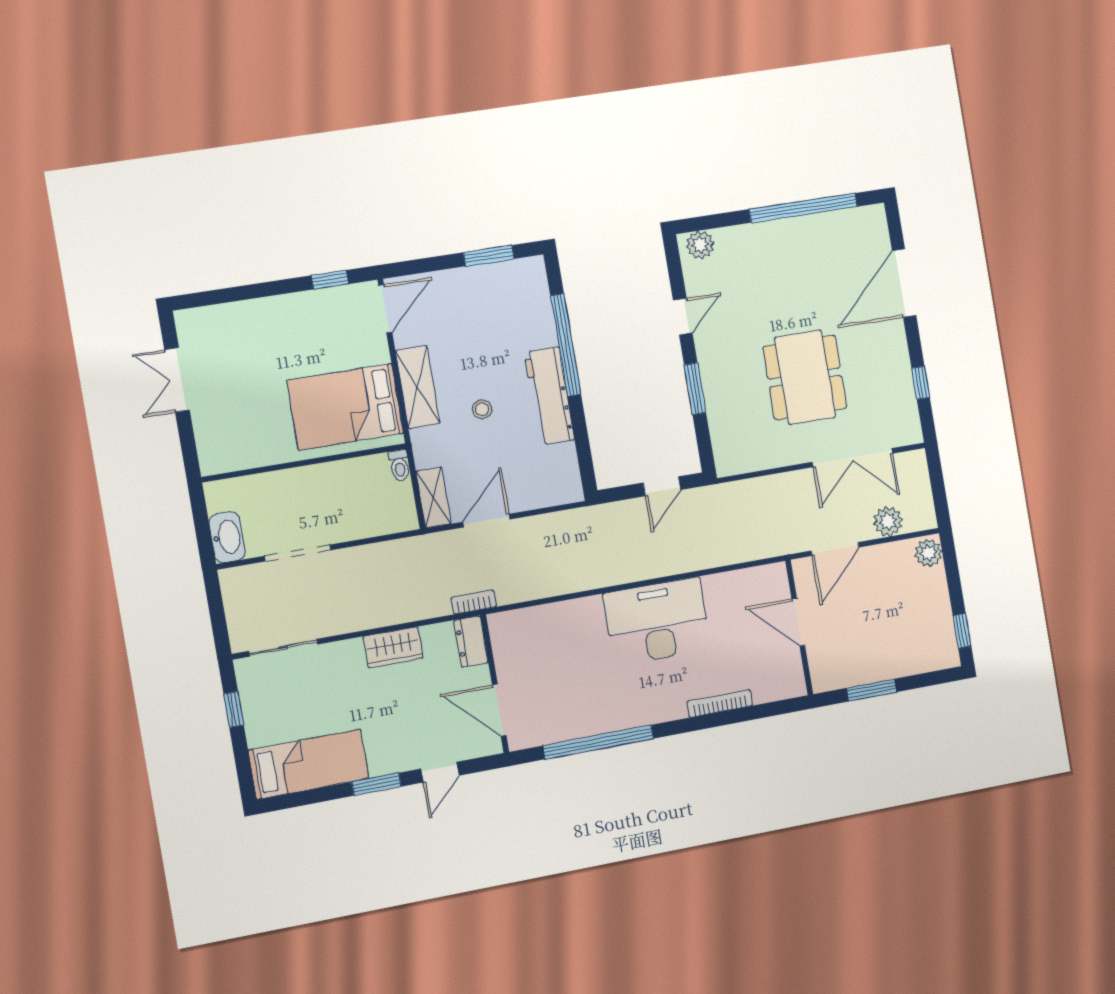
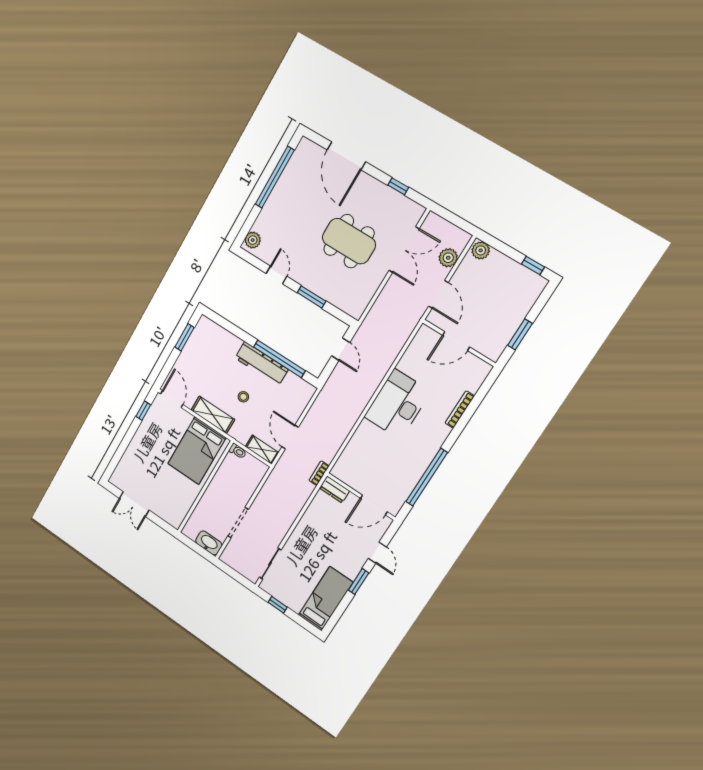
window: (566, 345) -> (279, 359), moved
wardrobe: (393, 647) -> (308, 522), removed

